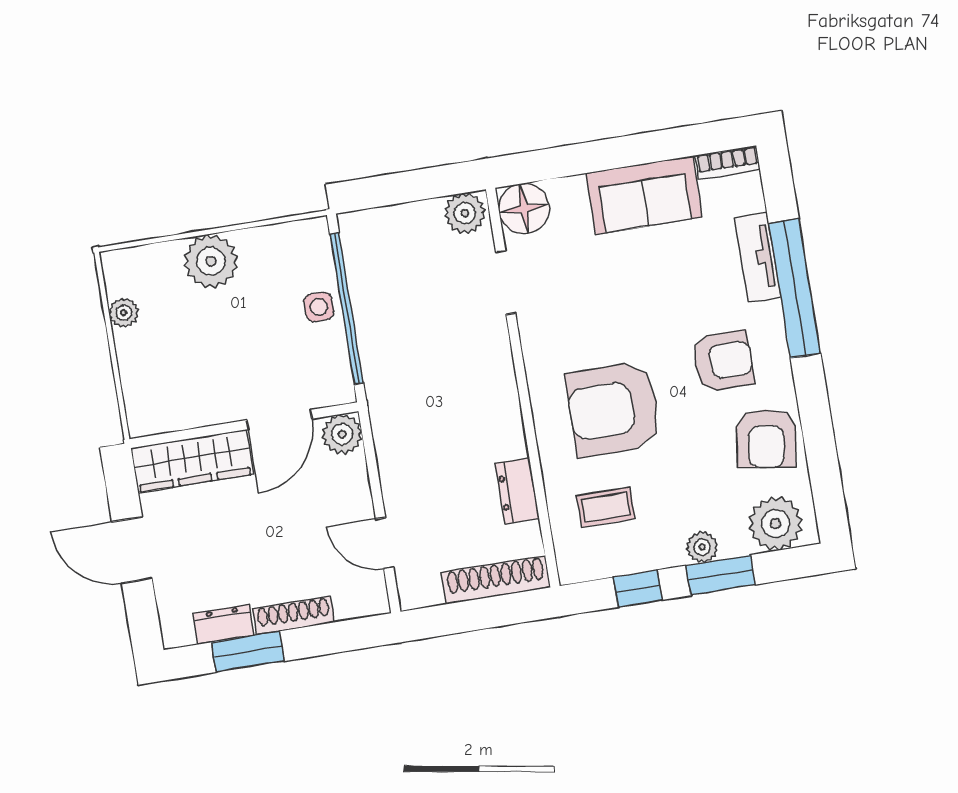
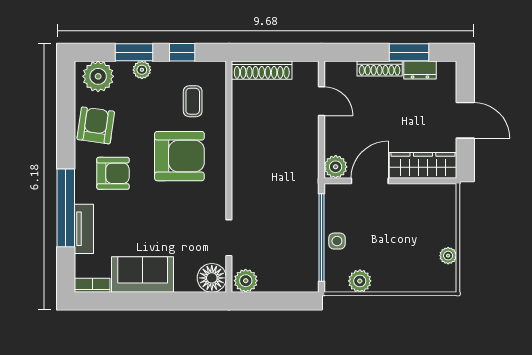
plant: (211, 261) -> (360, 281), moved, width x0.73, depth x0.73
armchair: (723, 361) -> (113, 173), turned 180
dresser: (517, 491) -> (241, 119), removed
coffee table: (606, 507) -> (193, 101), turned 90

